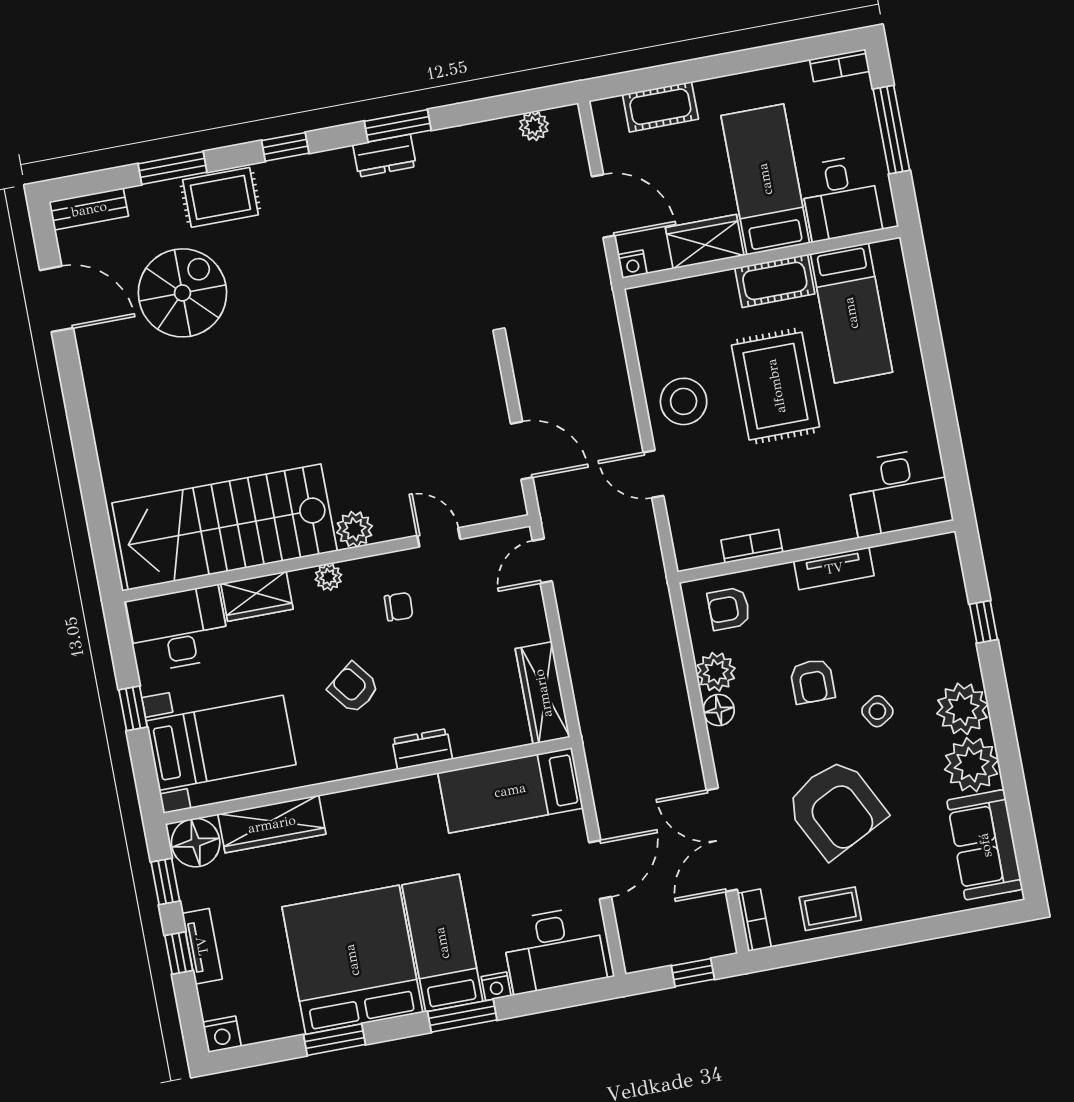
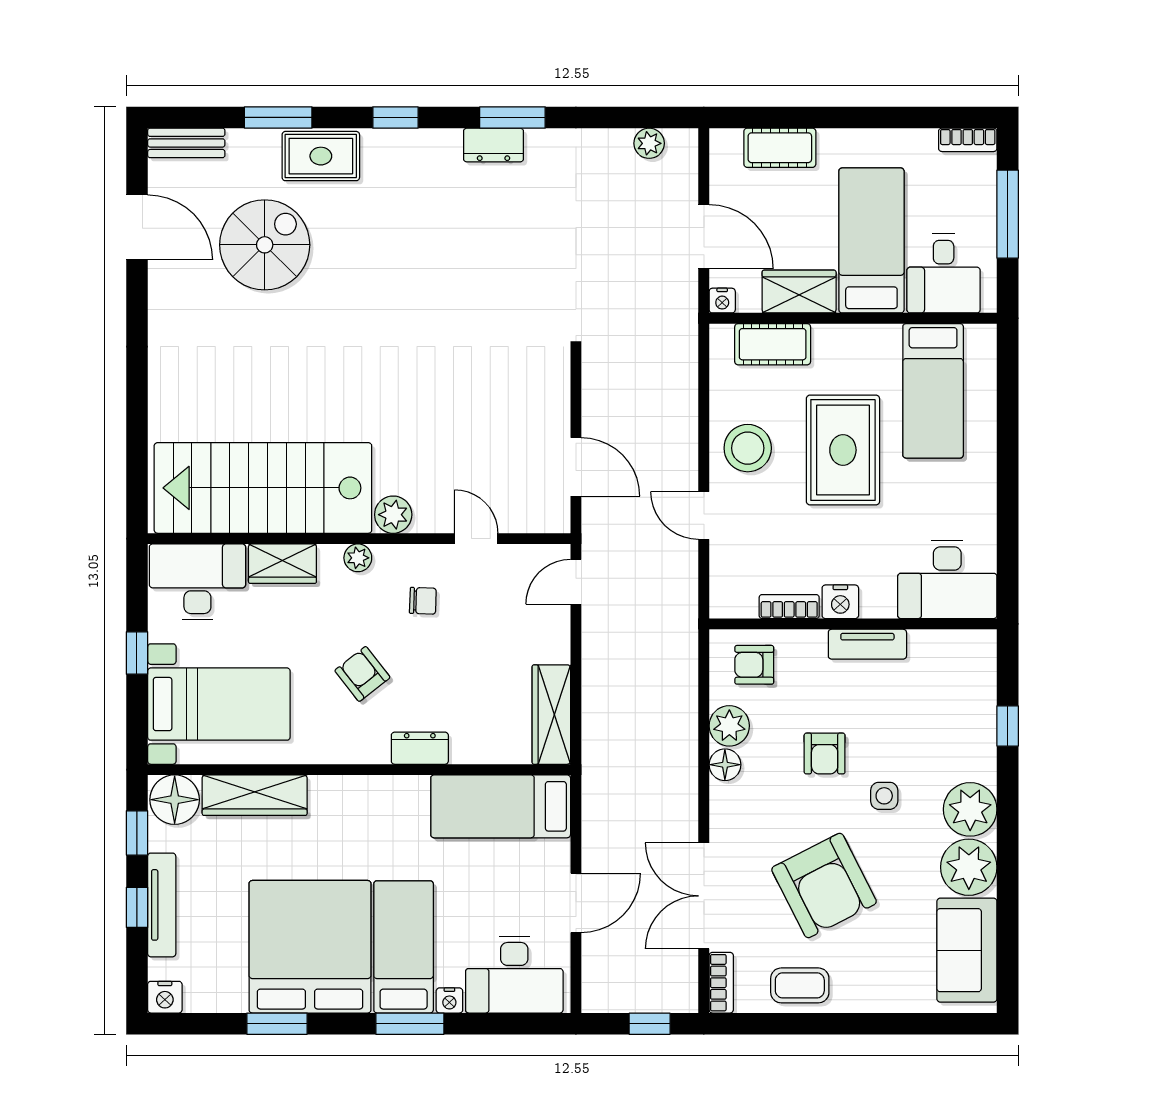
cot: (775, 281) -> (773, 344), moved
nightstand: (800, 533) -> (840, 602), added
side table: (877, 711) -> (884, 796), turned 32
tv unit: (202, 946) -> (162, 905), width x1.41

